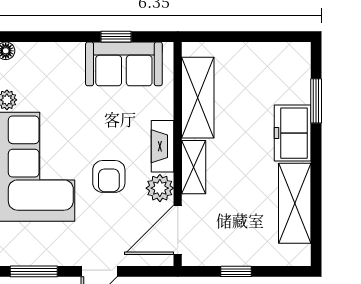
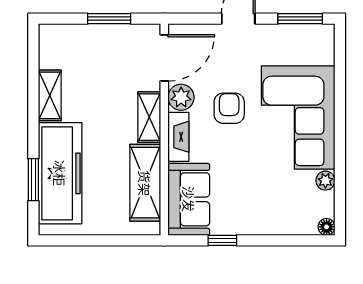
sofa: (124, 64) -> (189, 199), moved, turned 90
freezer: (293, 133) -> (60, 173), width x1.91, depth x1.26
shelving: (295, 203) -> (50, 95), width x0.67, depth x0.75
window: (236, 271) -> (109, 19), width x1.50

